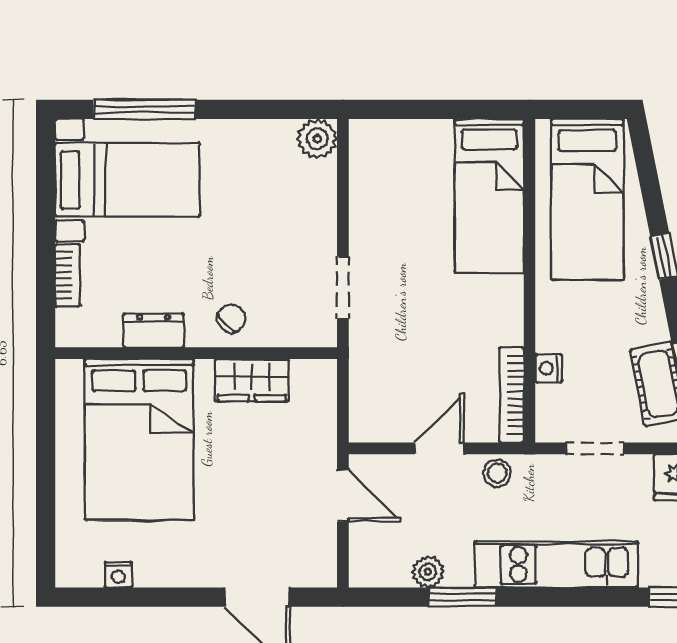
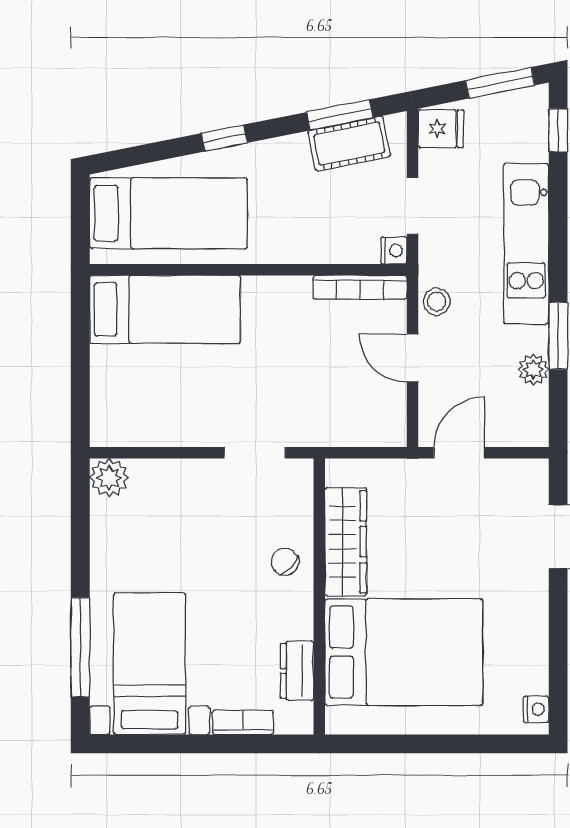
dresser: (154, 330) -> (297, 671), moved
nightstand: (549, 368) -> (394, 250), moved, turned -90
wardrobe: (252, 380) -> (346, 542), width x1.50
nightstand: (118, 575) -> (536, 709), moved

